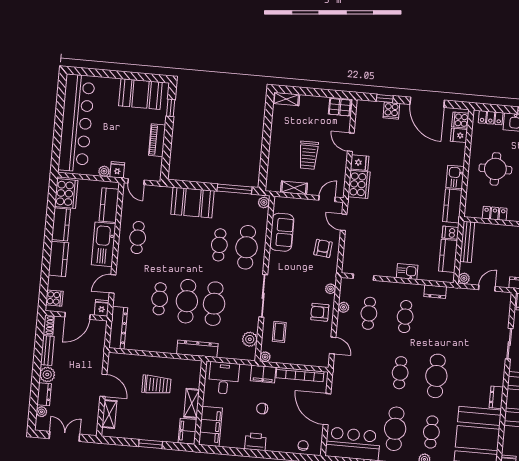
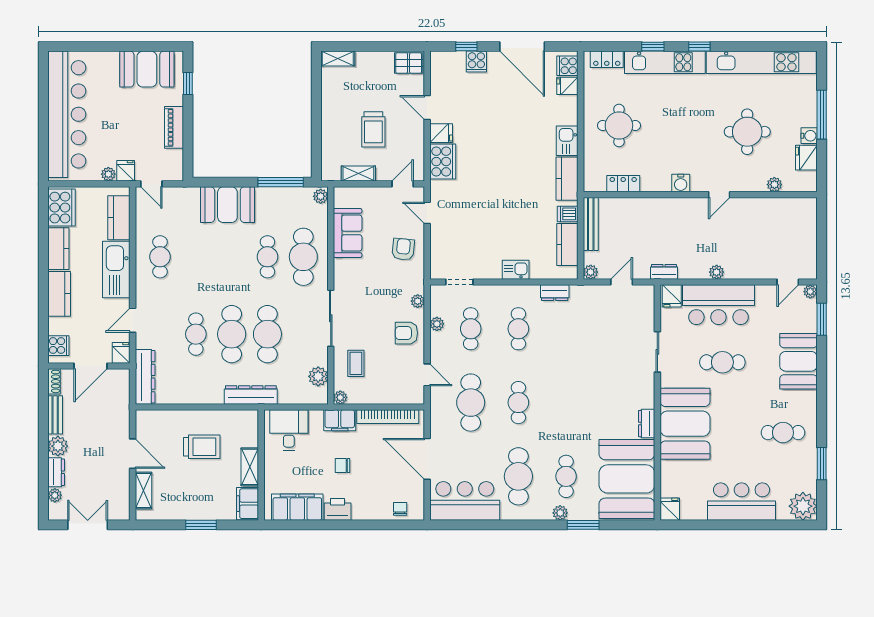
cafe table: (436, 376) -> (471, 403), moved
filing cabinet: (210, 426) -> (297, 507), moved, turned -90

